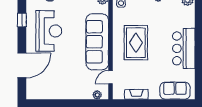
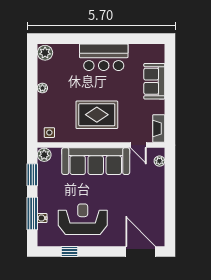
door: (22, 65) -> (141, 252), moved
sofa: (175, 91) -> (154, 81), moved
fireplace: (136, 94) -> (159, 129), moved

